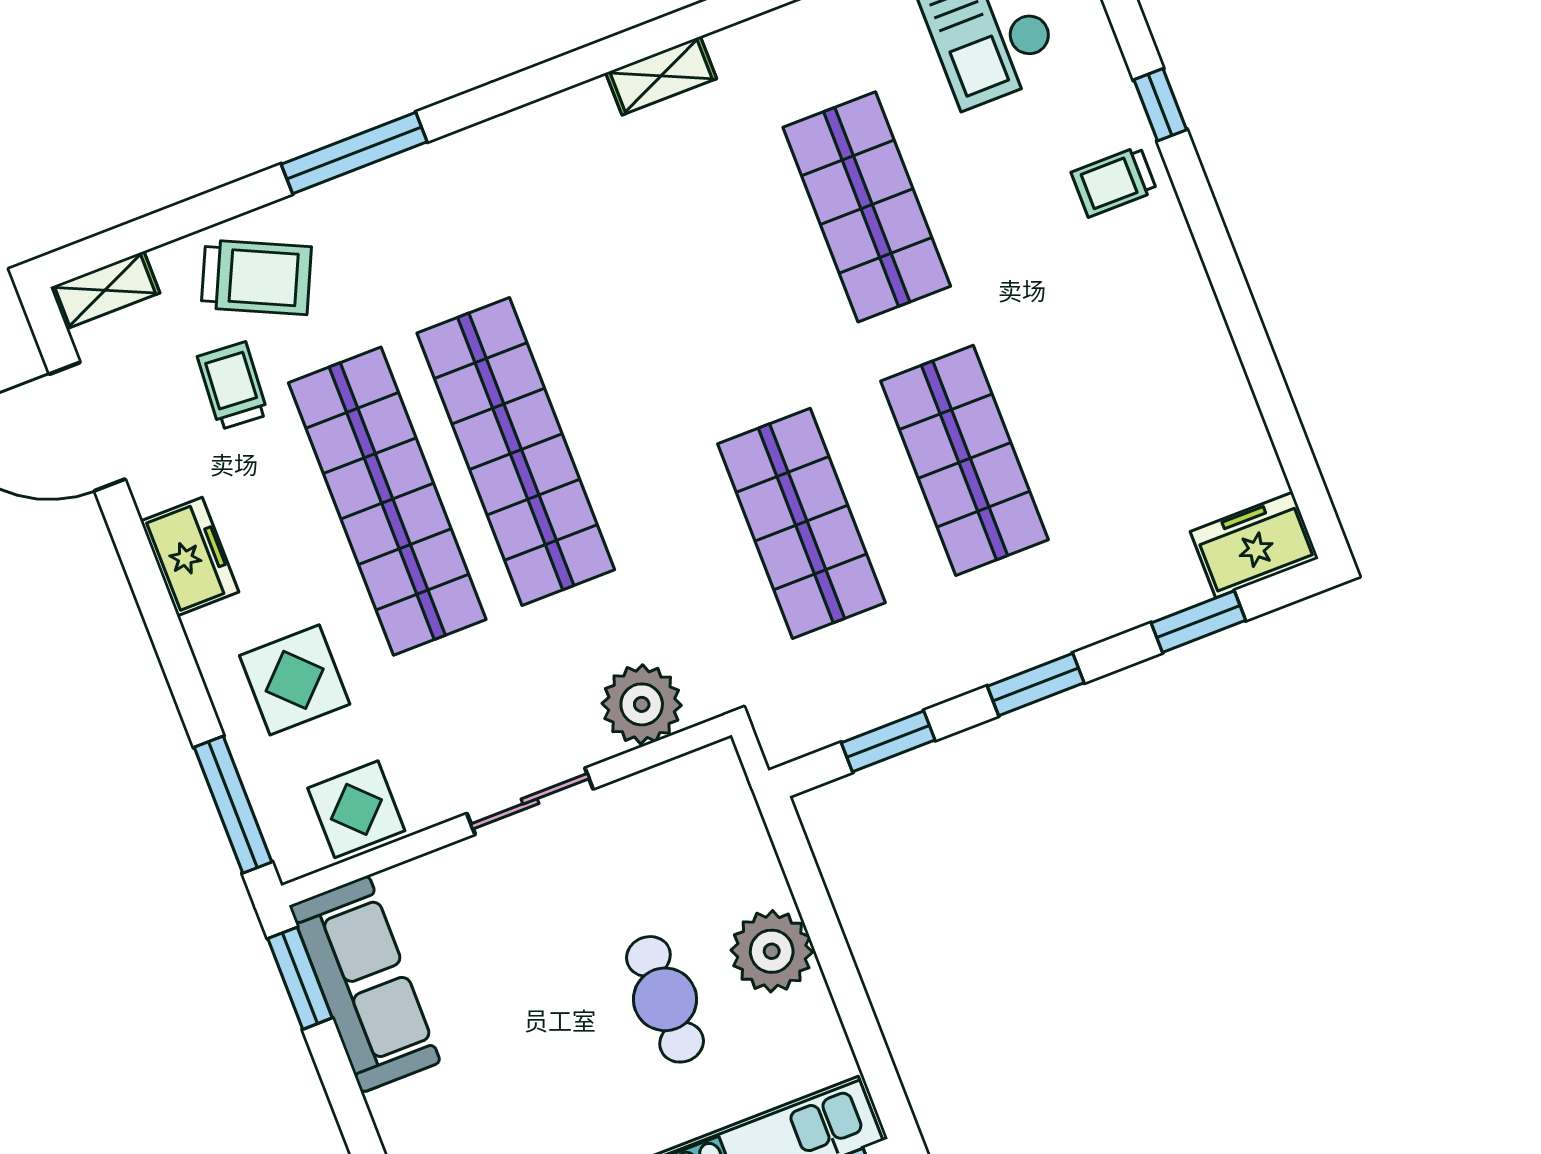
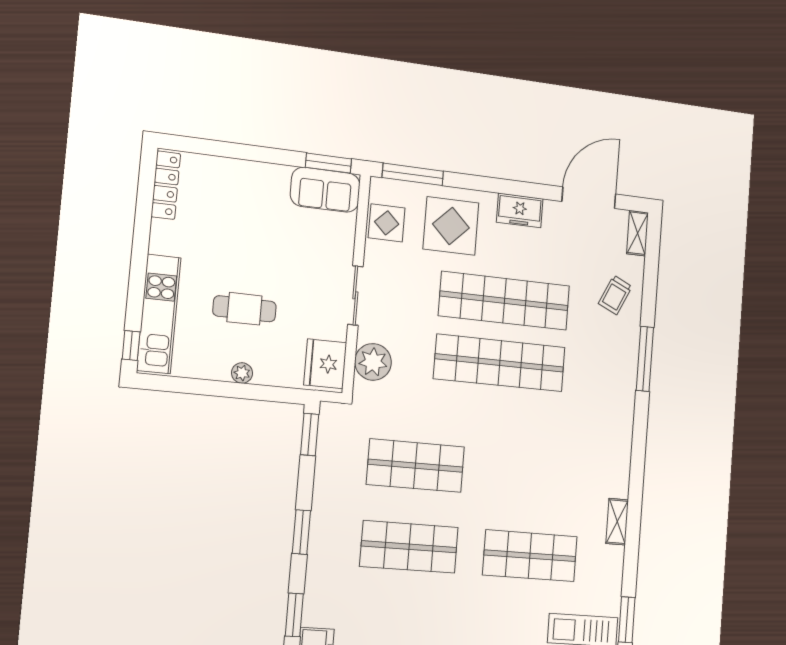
shelving: (661, 76) -> (617, 522), moved
trolley: (256, 277) -> (615, 295), width x0.73, depth x0.72
trolley: (233, 386) -> (578, 263), removed
display table: (295, 680) -> (451, 226), width x1.36, depth x1.36
window: (888, 741) -> (310, 434), moved
fridge: (692, 795) -> (325, 364), added
plant: (772, 951) -> (242, 373), width x0.53, depth x0.53
sofa: (365, 984) -> (325, 190), width x0.73

